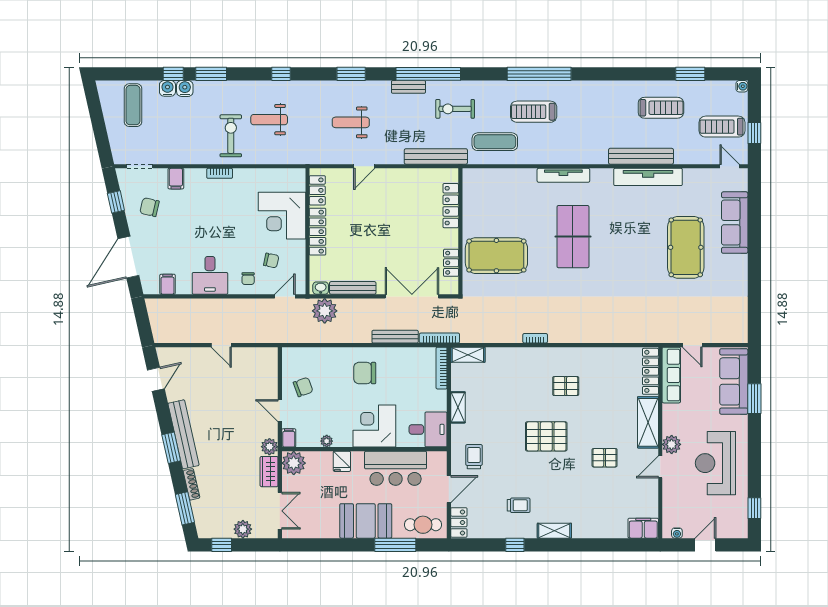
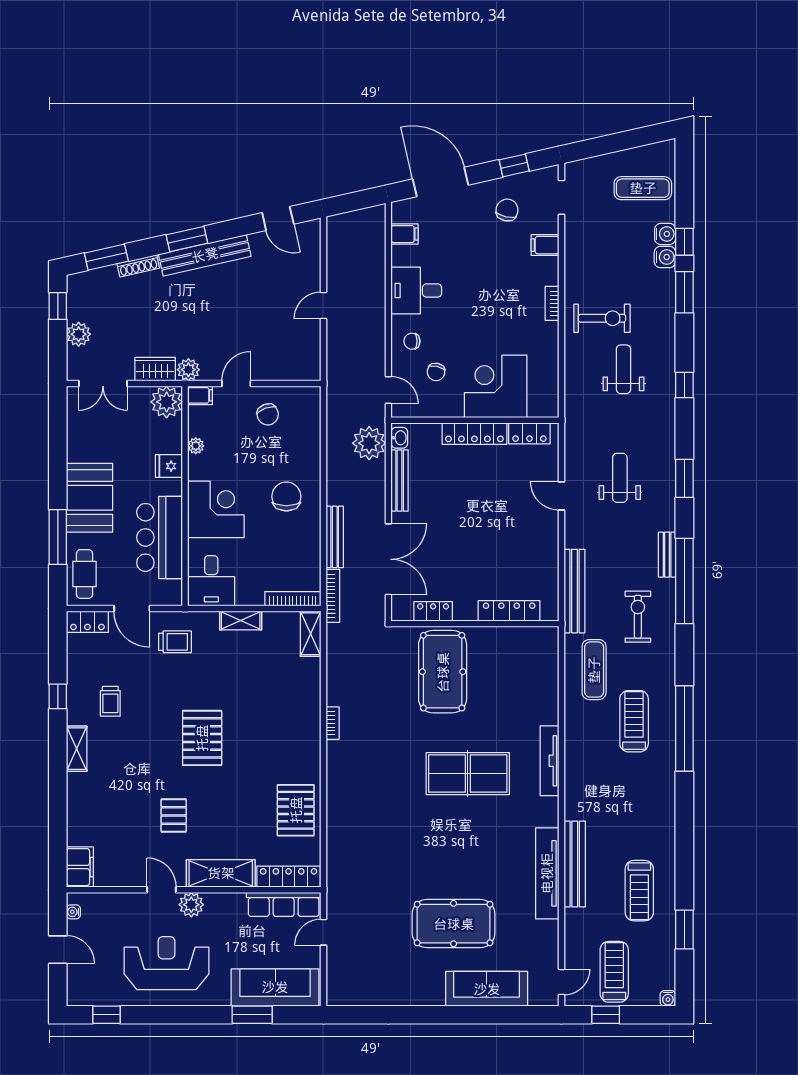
pallet: (566, 386) -> (296, 810), moved, width x1.50, depth x1.42

